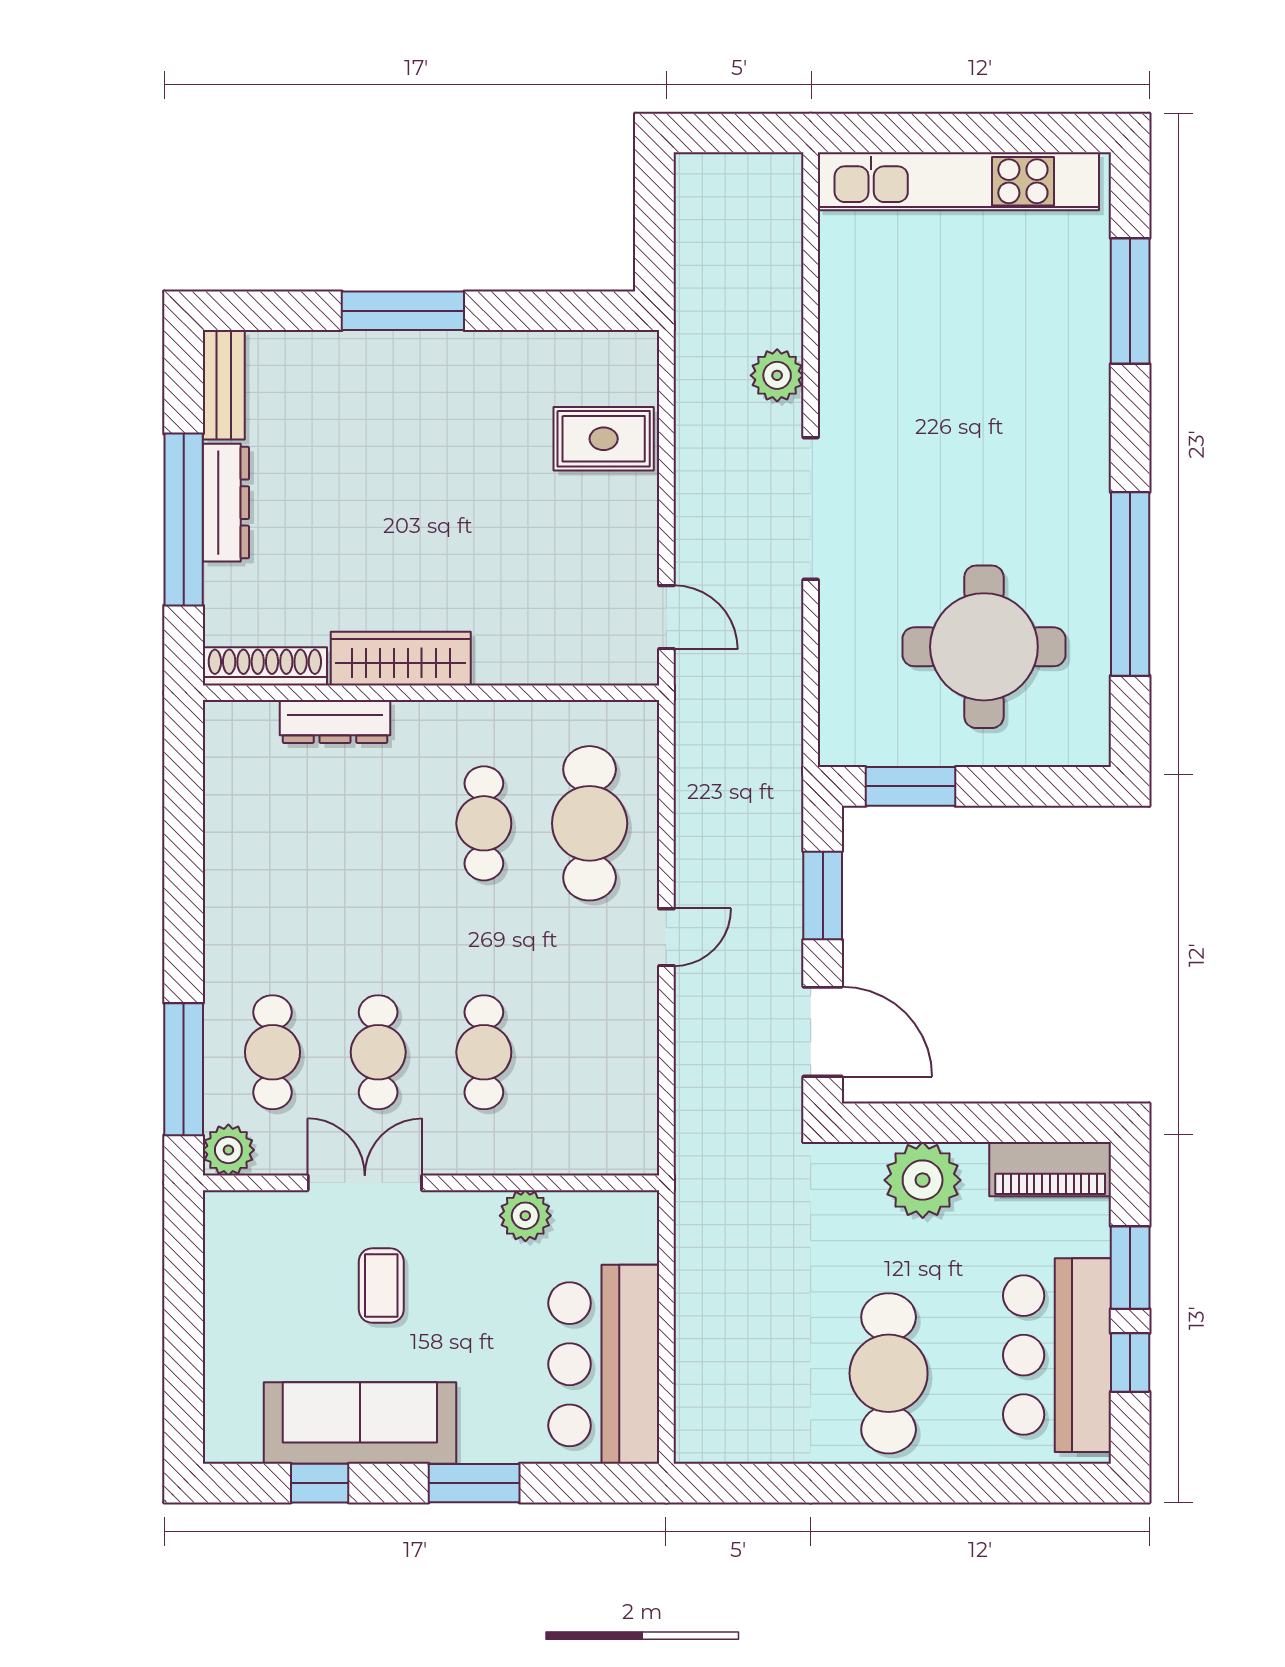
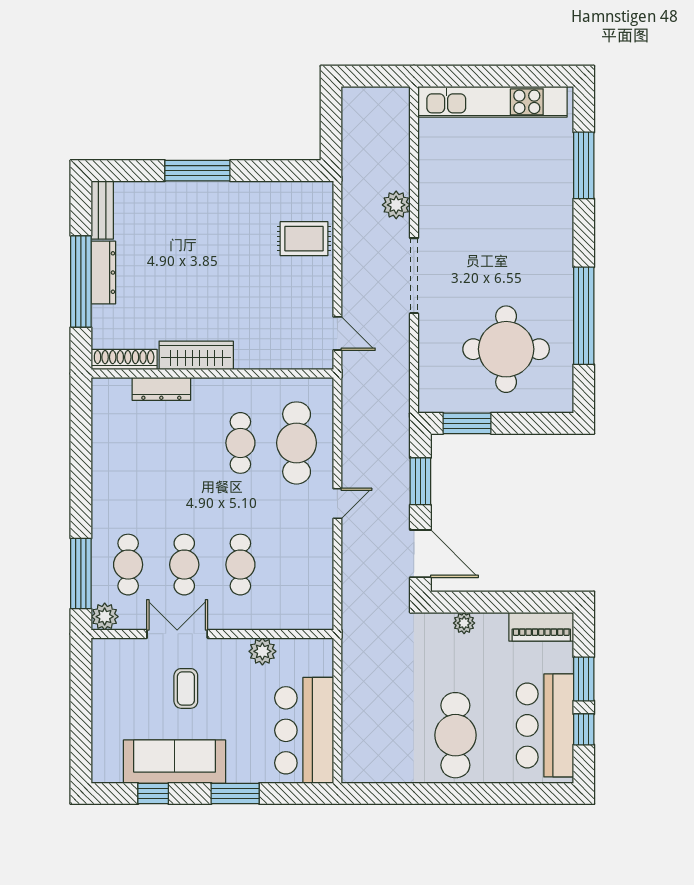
plant: (923, 1180) -> (464, 623), width x0.53, depth x0.53

